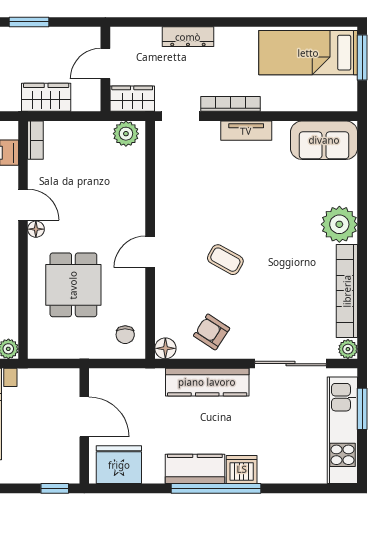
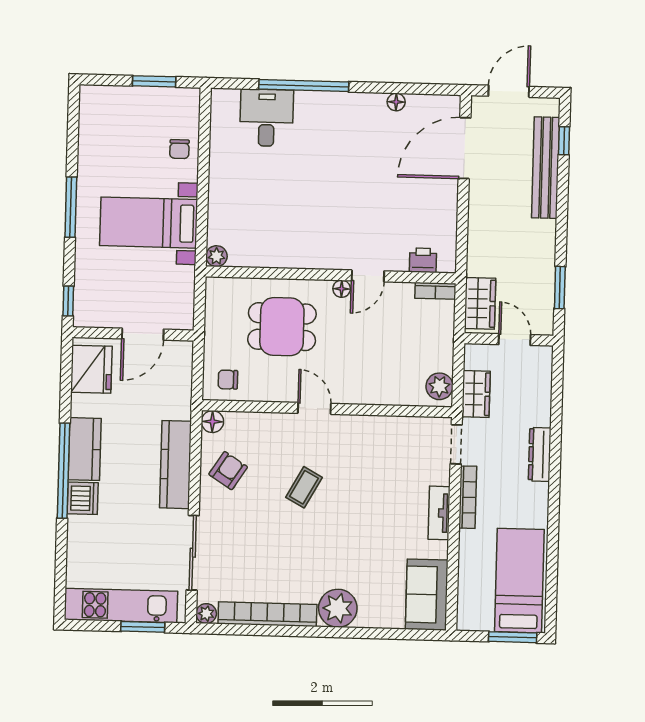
door: (105, 64) -> (515, 340), moved
wall: (105, 69) -> (509, 339), moved

